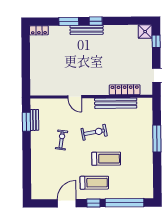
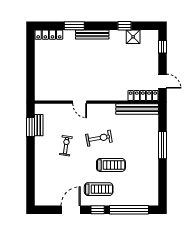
window: (96, 21) -> (125, 26), moved
locker: (39, 30) -> (49, 35), width x1.53
shower: (145, 32) -> (133, 37), moved
locker: (125, 90) -> (143, 96), moved
bench: (116, 103) -> (137, 109), moved

